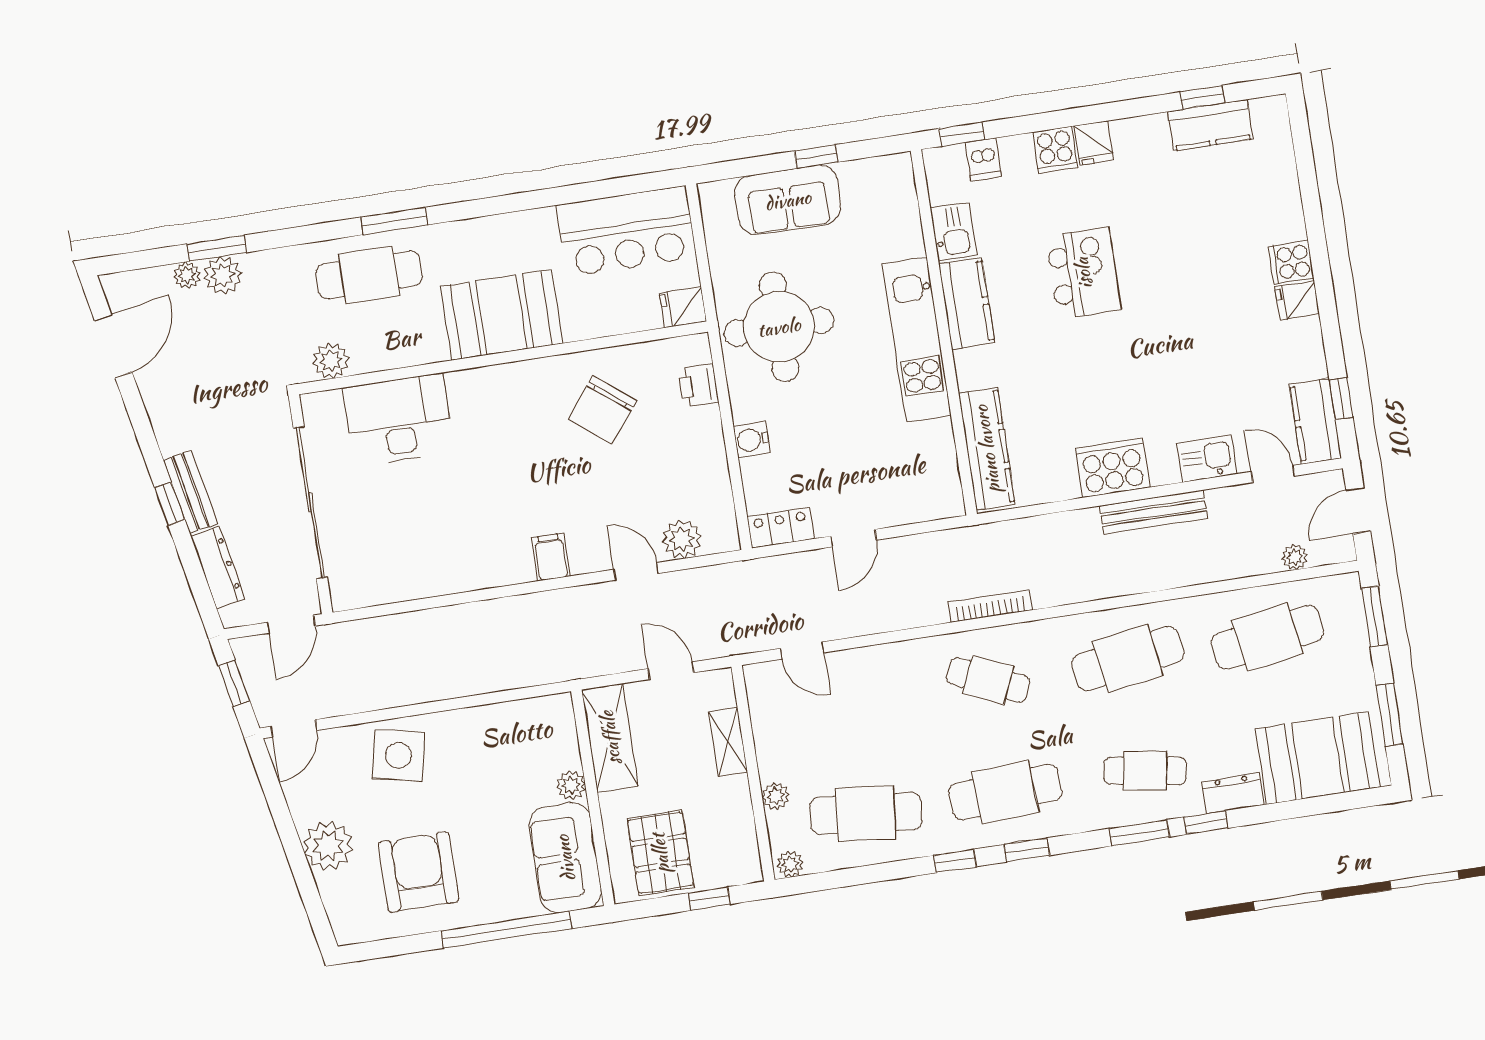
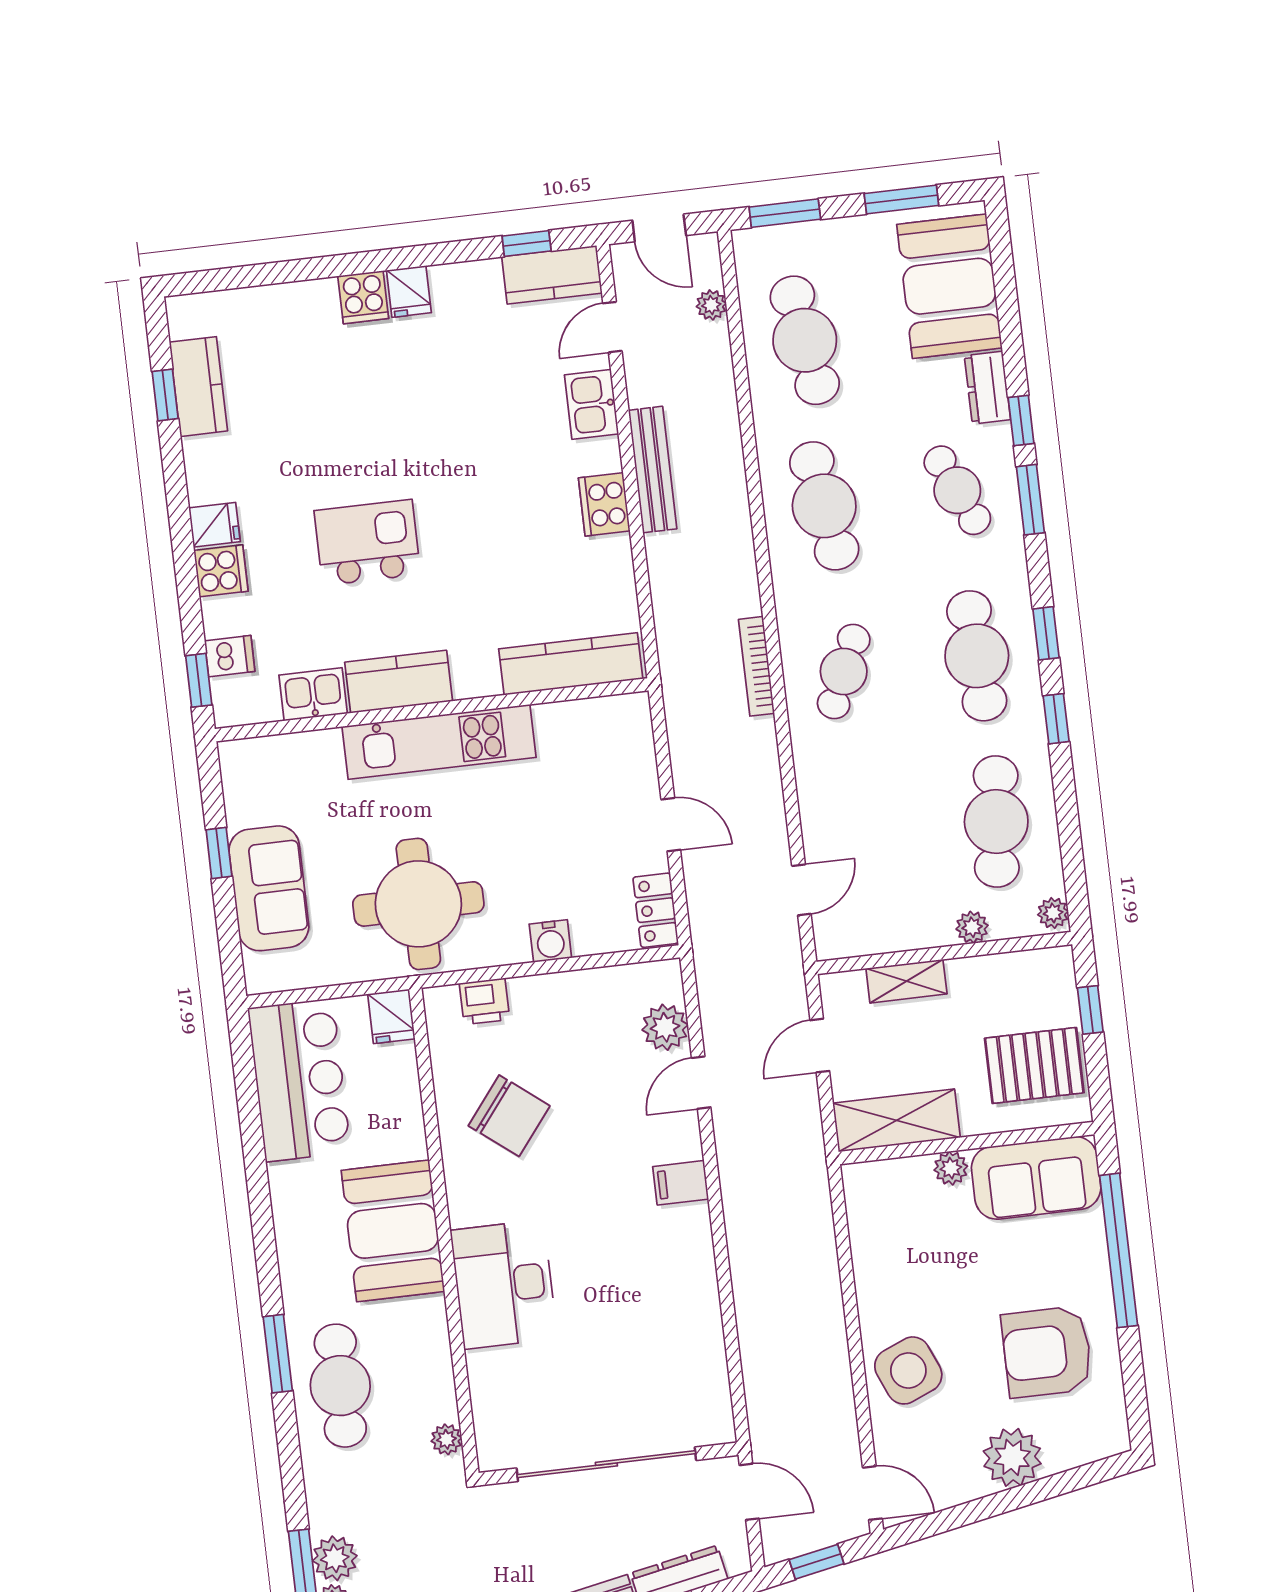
plant: (331, 361) -> (446, 1439), width x0.73, depth x0.73
desk: (398, 420) -> (504, 1284), moved
cooker: (1113, 468) -> (604, 504), width x0.73, depth x0.76
side table: (399, 755) -> (908, 1370), turned -35
cafe table: (1145, 771) -> (957, 490), turned -33

